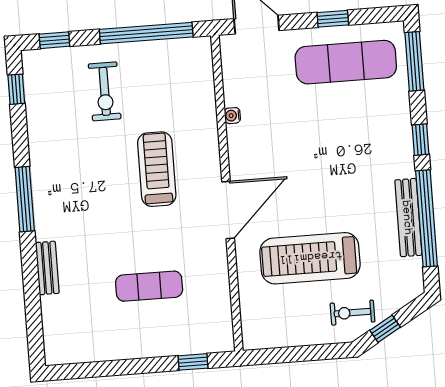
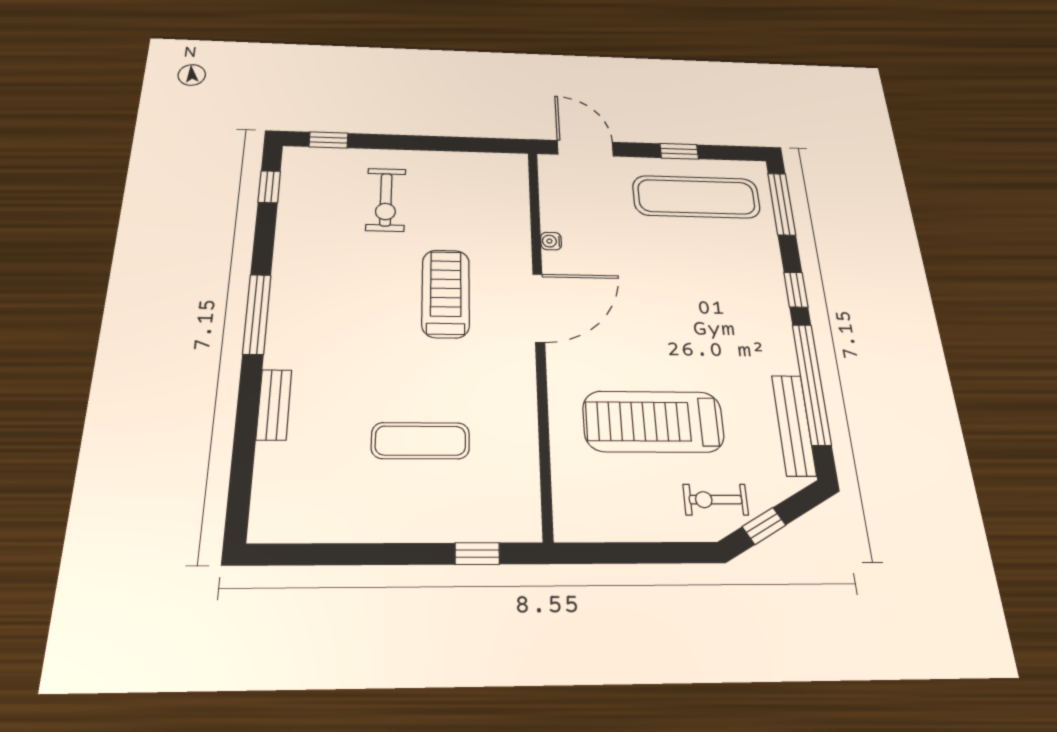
window: (146, 33) -> (447, 144), removed
door: (228, 210) -> (539, 308), moved
bench: (408, 218) -> (794, 425), moved

